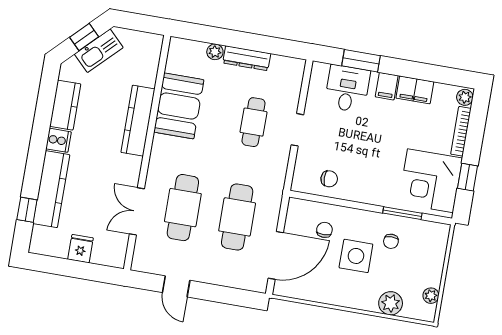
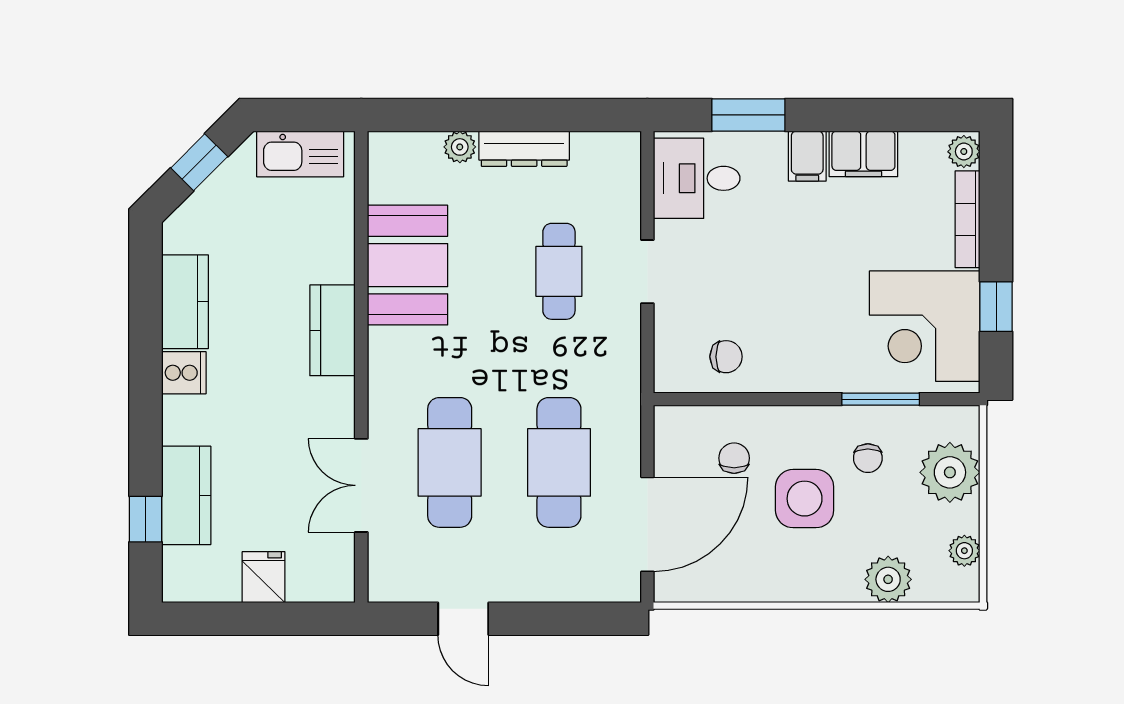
kitchen sink: (99, 51) -> (300, 154), moved, turned 45
desk: (347, 89) -> (697, 178), moved, turned -90
kitchen counter: (138, 121) -> (332, 330), width x0.67
kitchen counter: (51, 189) -> (186, 495), width x0.67
plant: (430, 255) -> (950, 472), added

